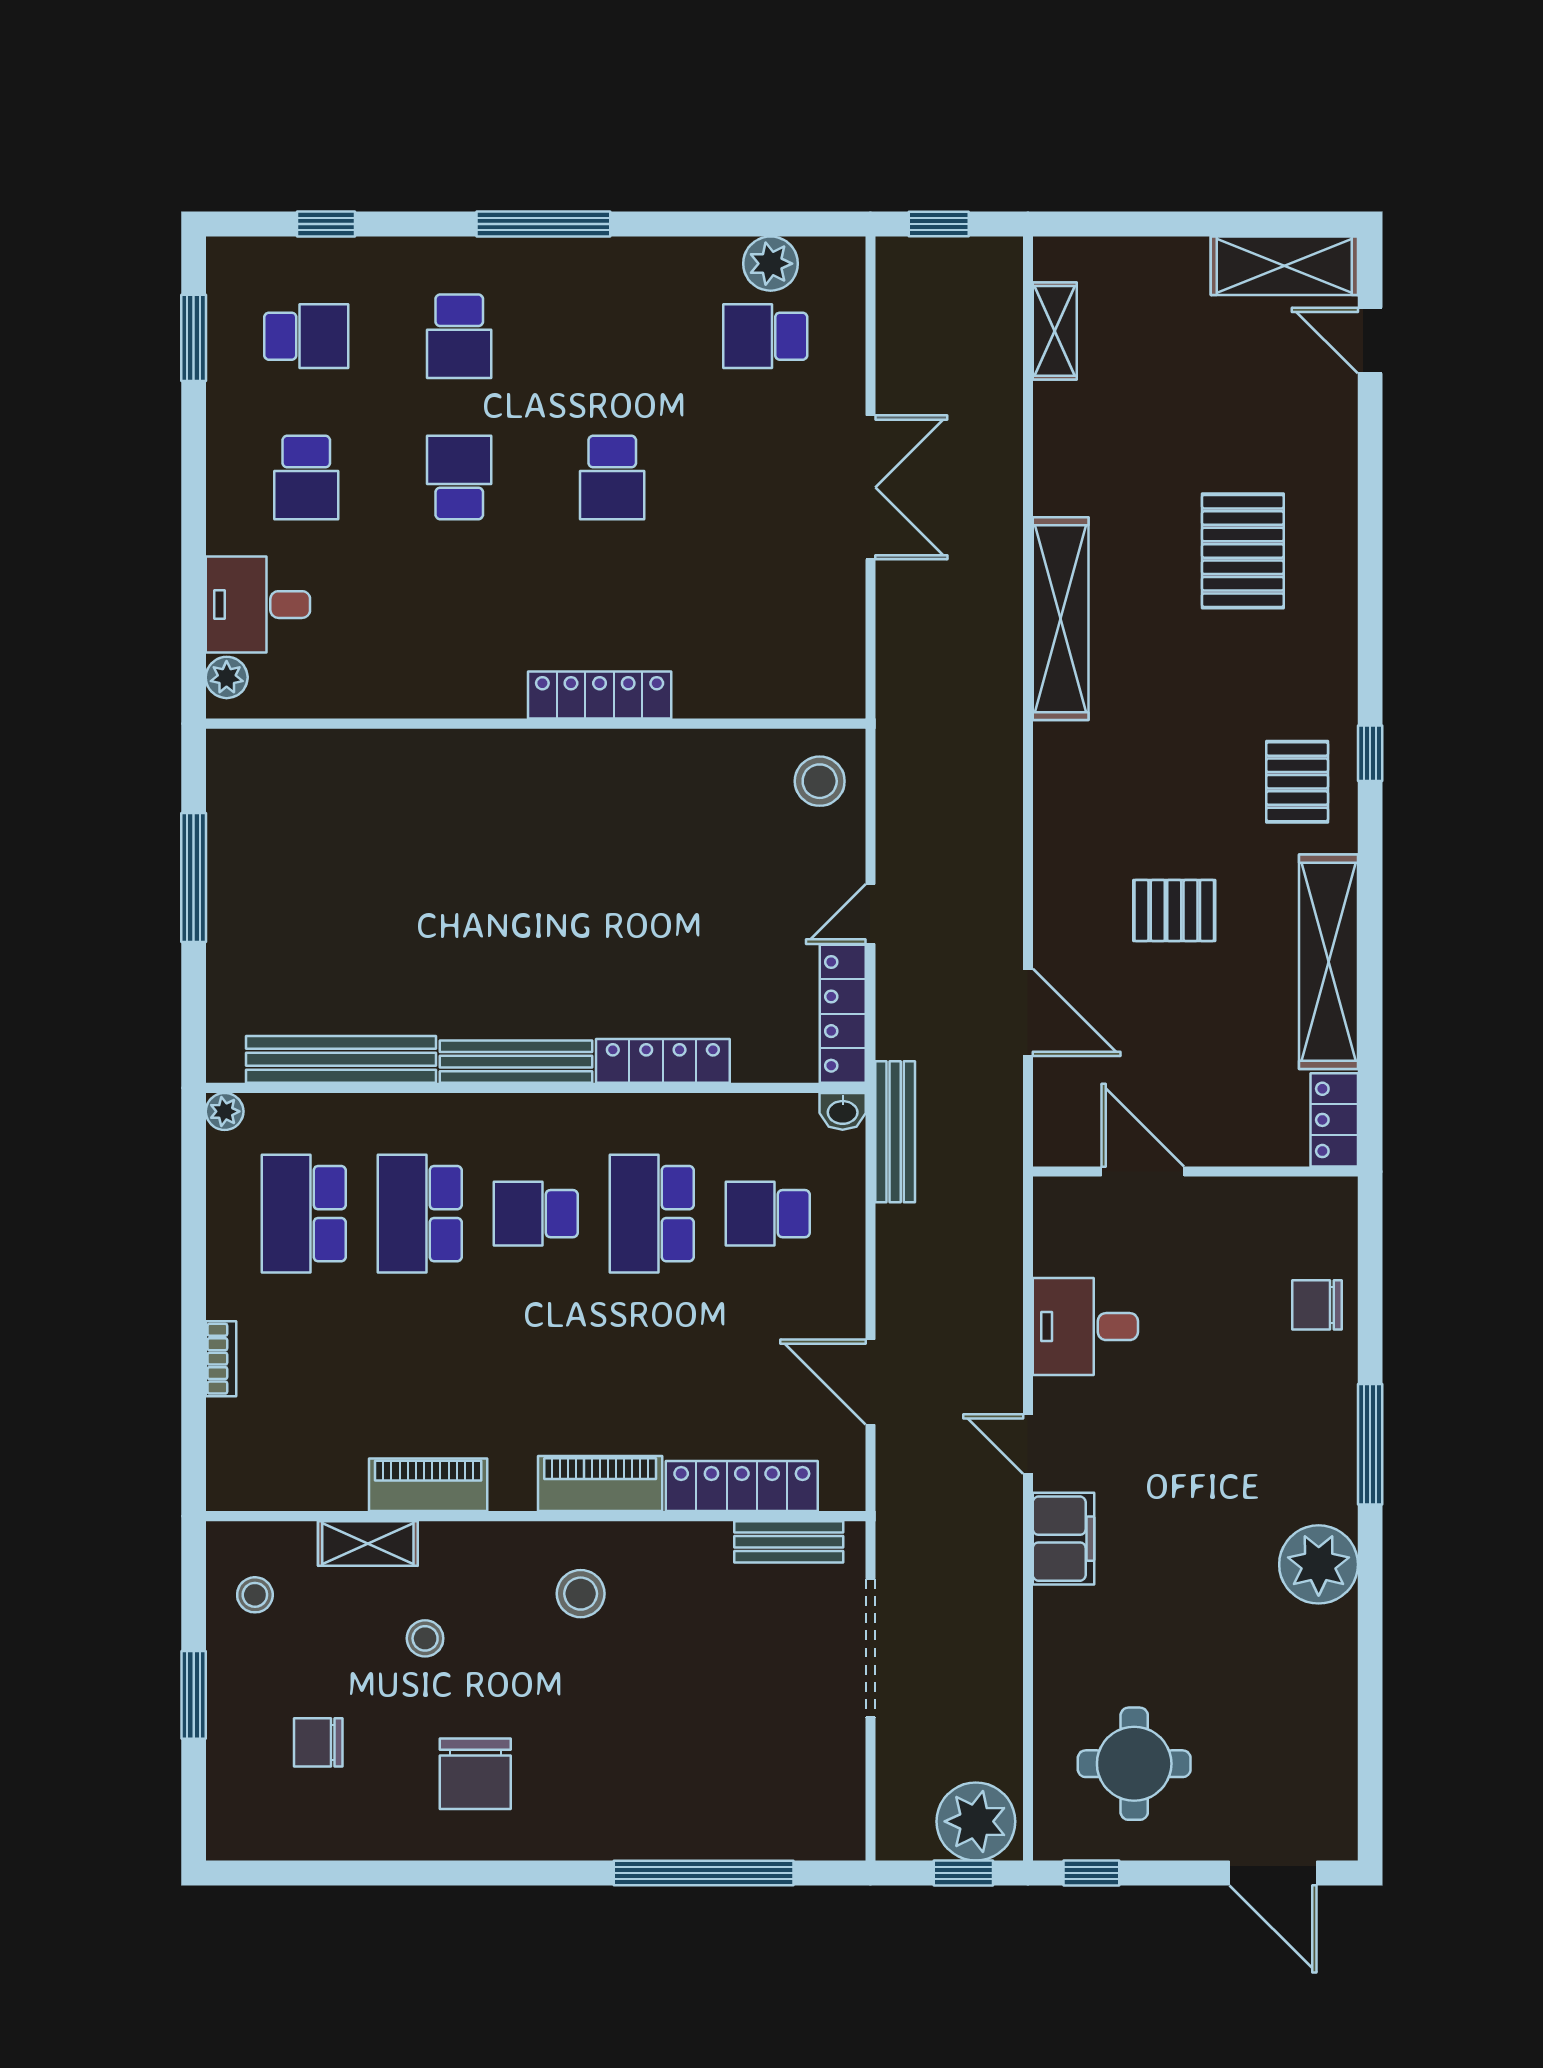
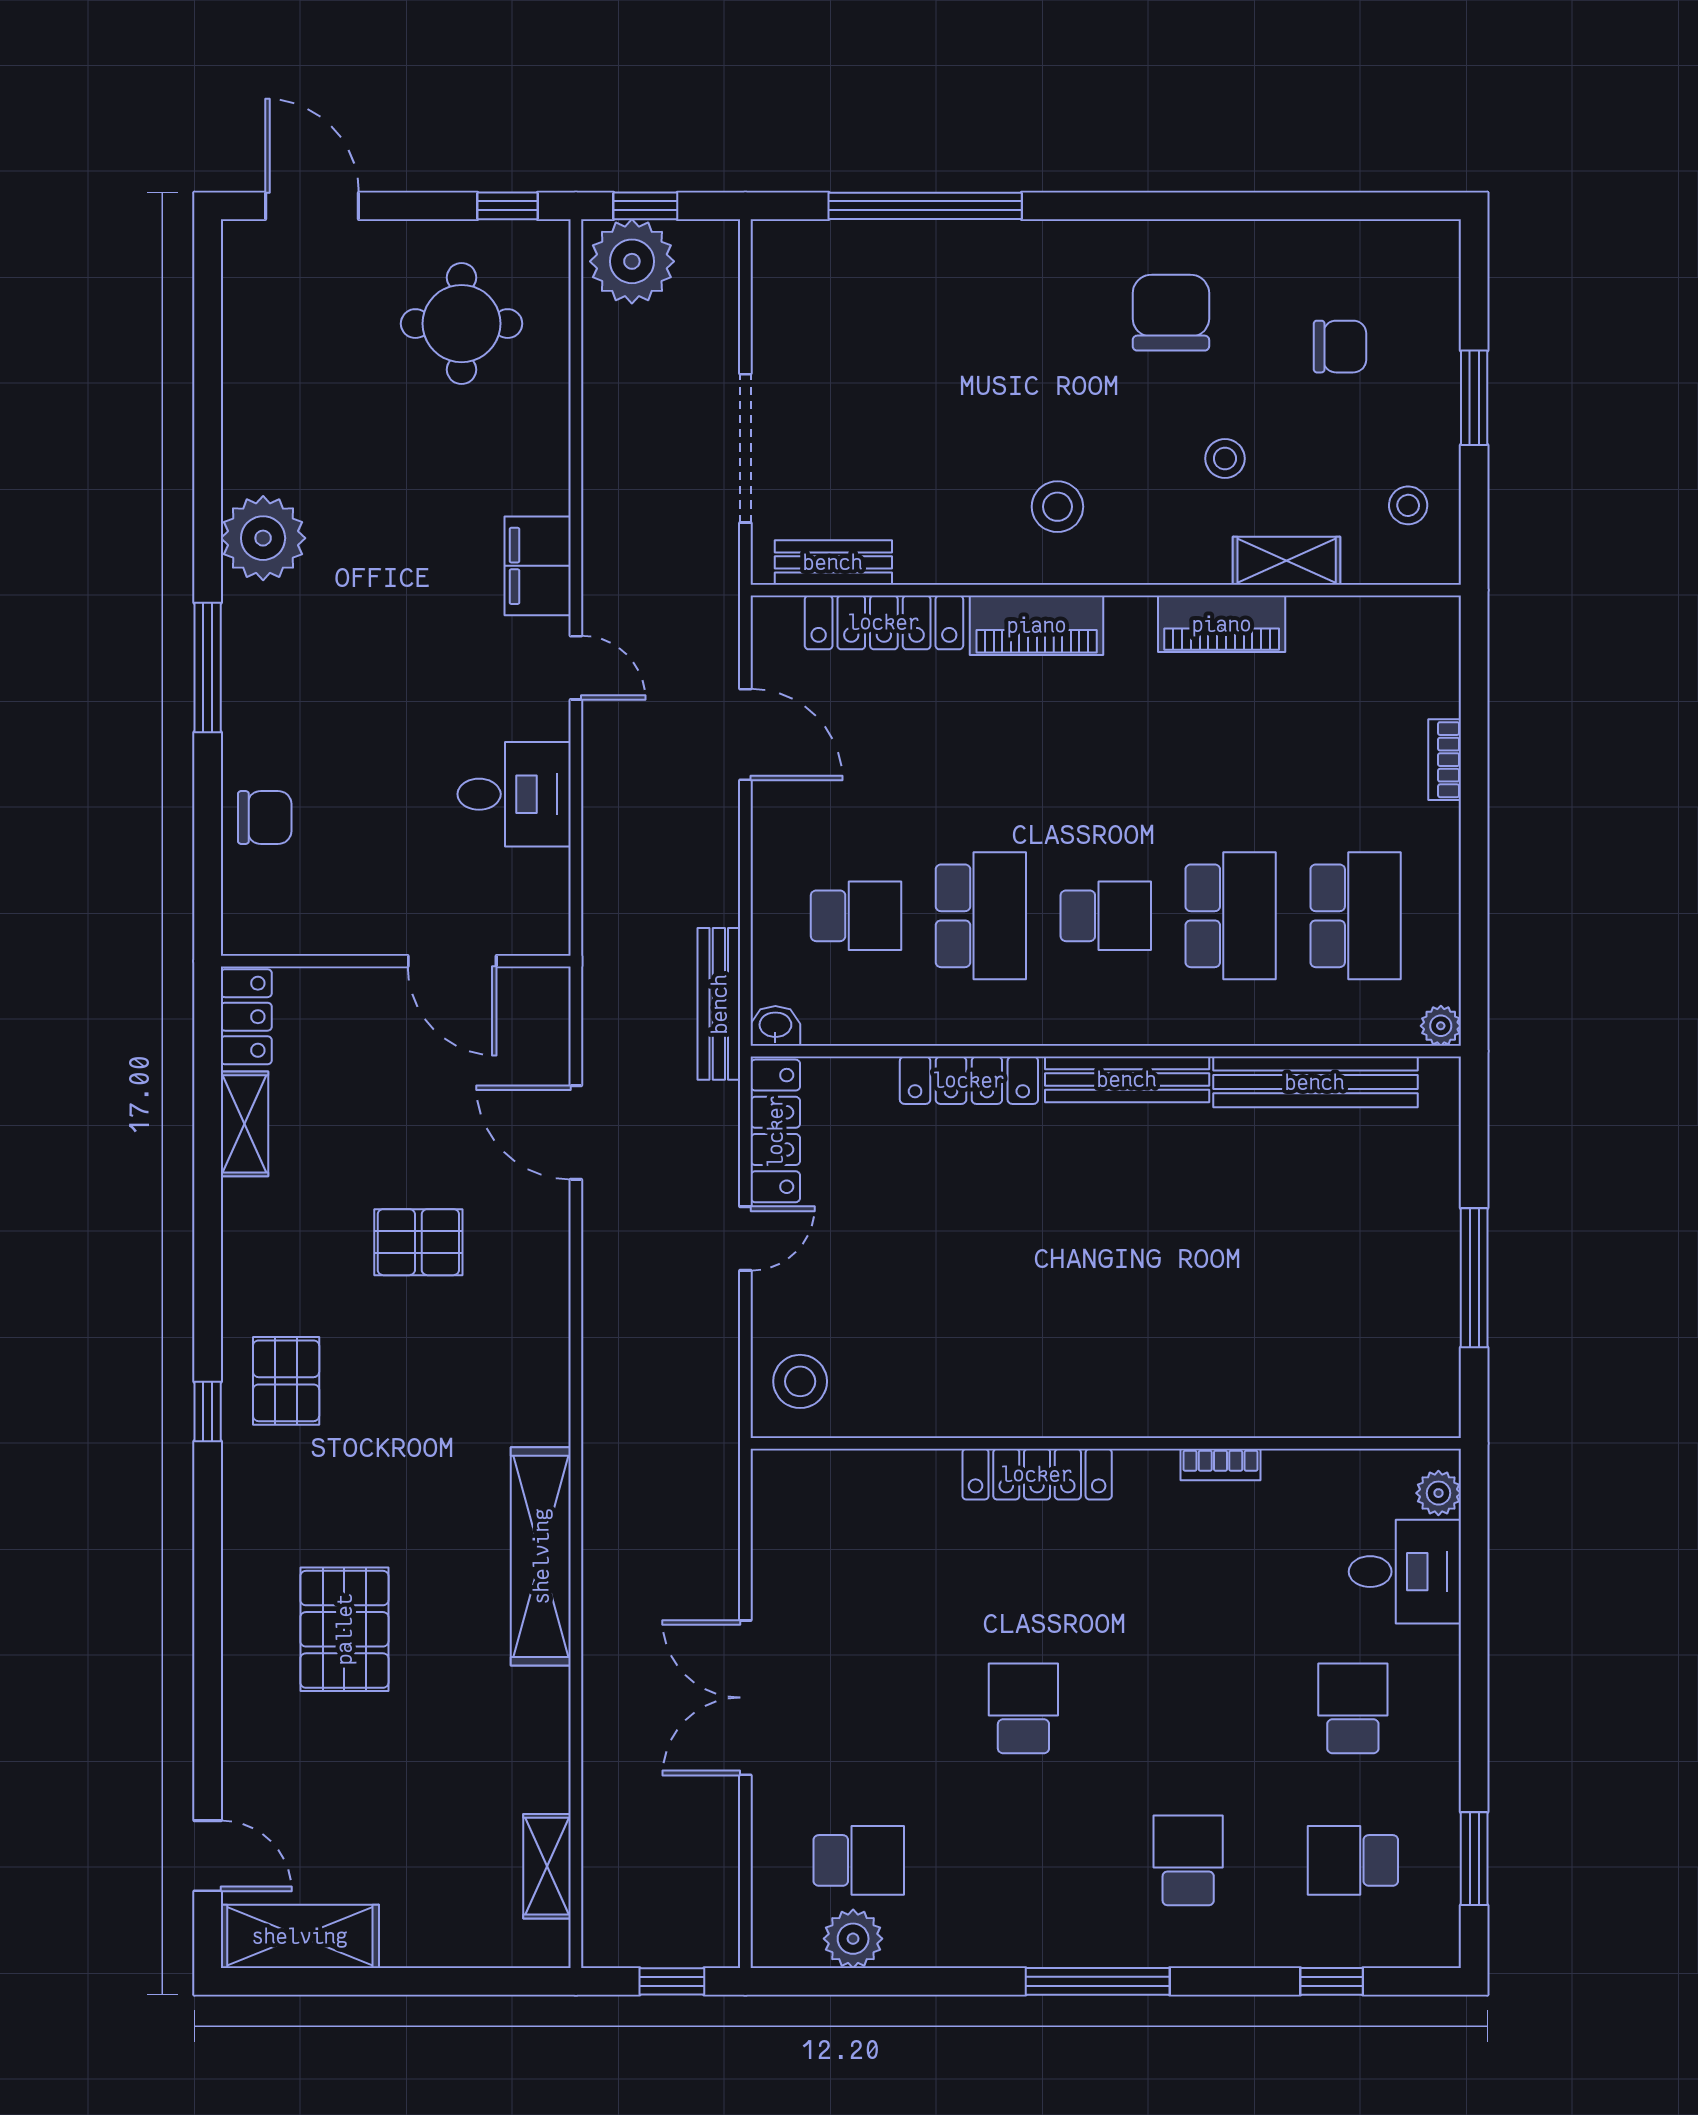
school desk: (459, 477) -> (1188, 1708), removed
bookcase: (429, 704) -> (1221, 1465), added
shelving: (1328, 962) -> (244, 1124), width x0.45, depth x0.75

